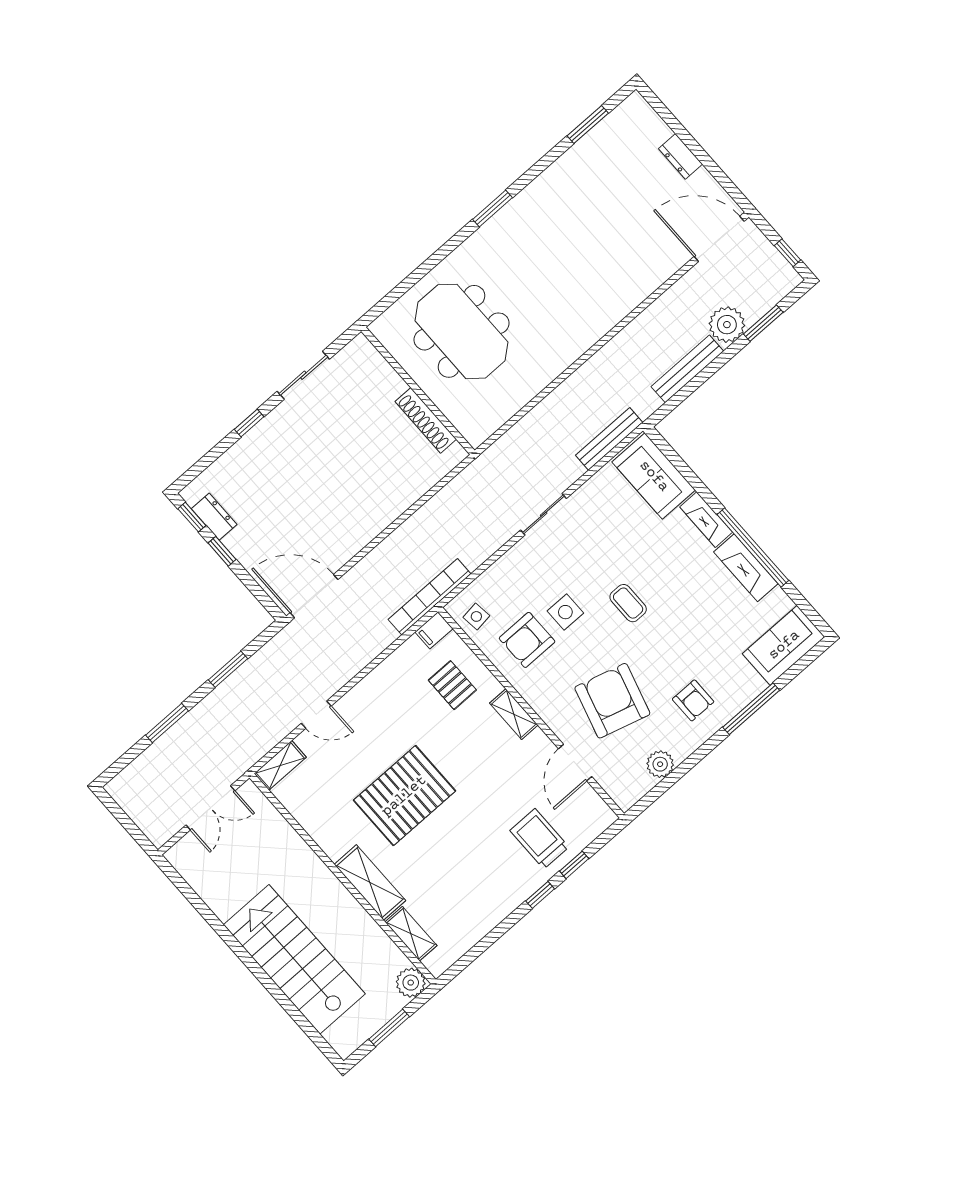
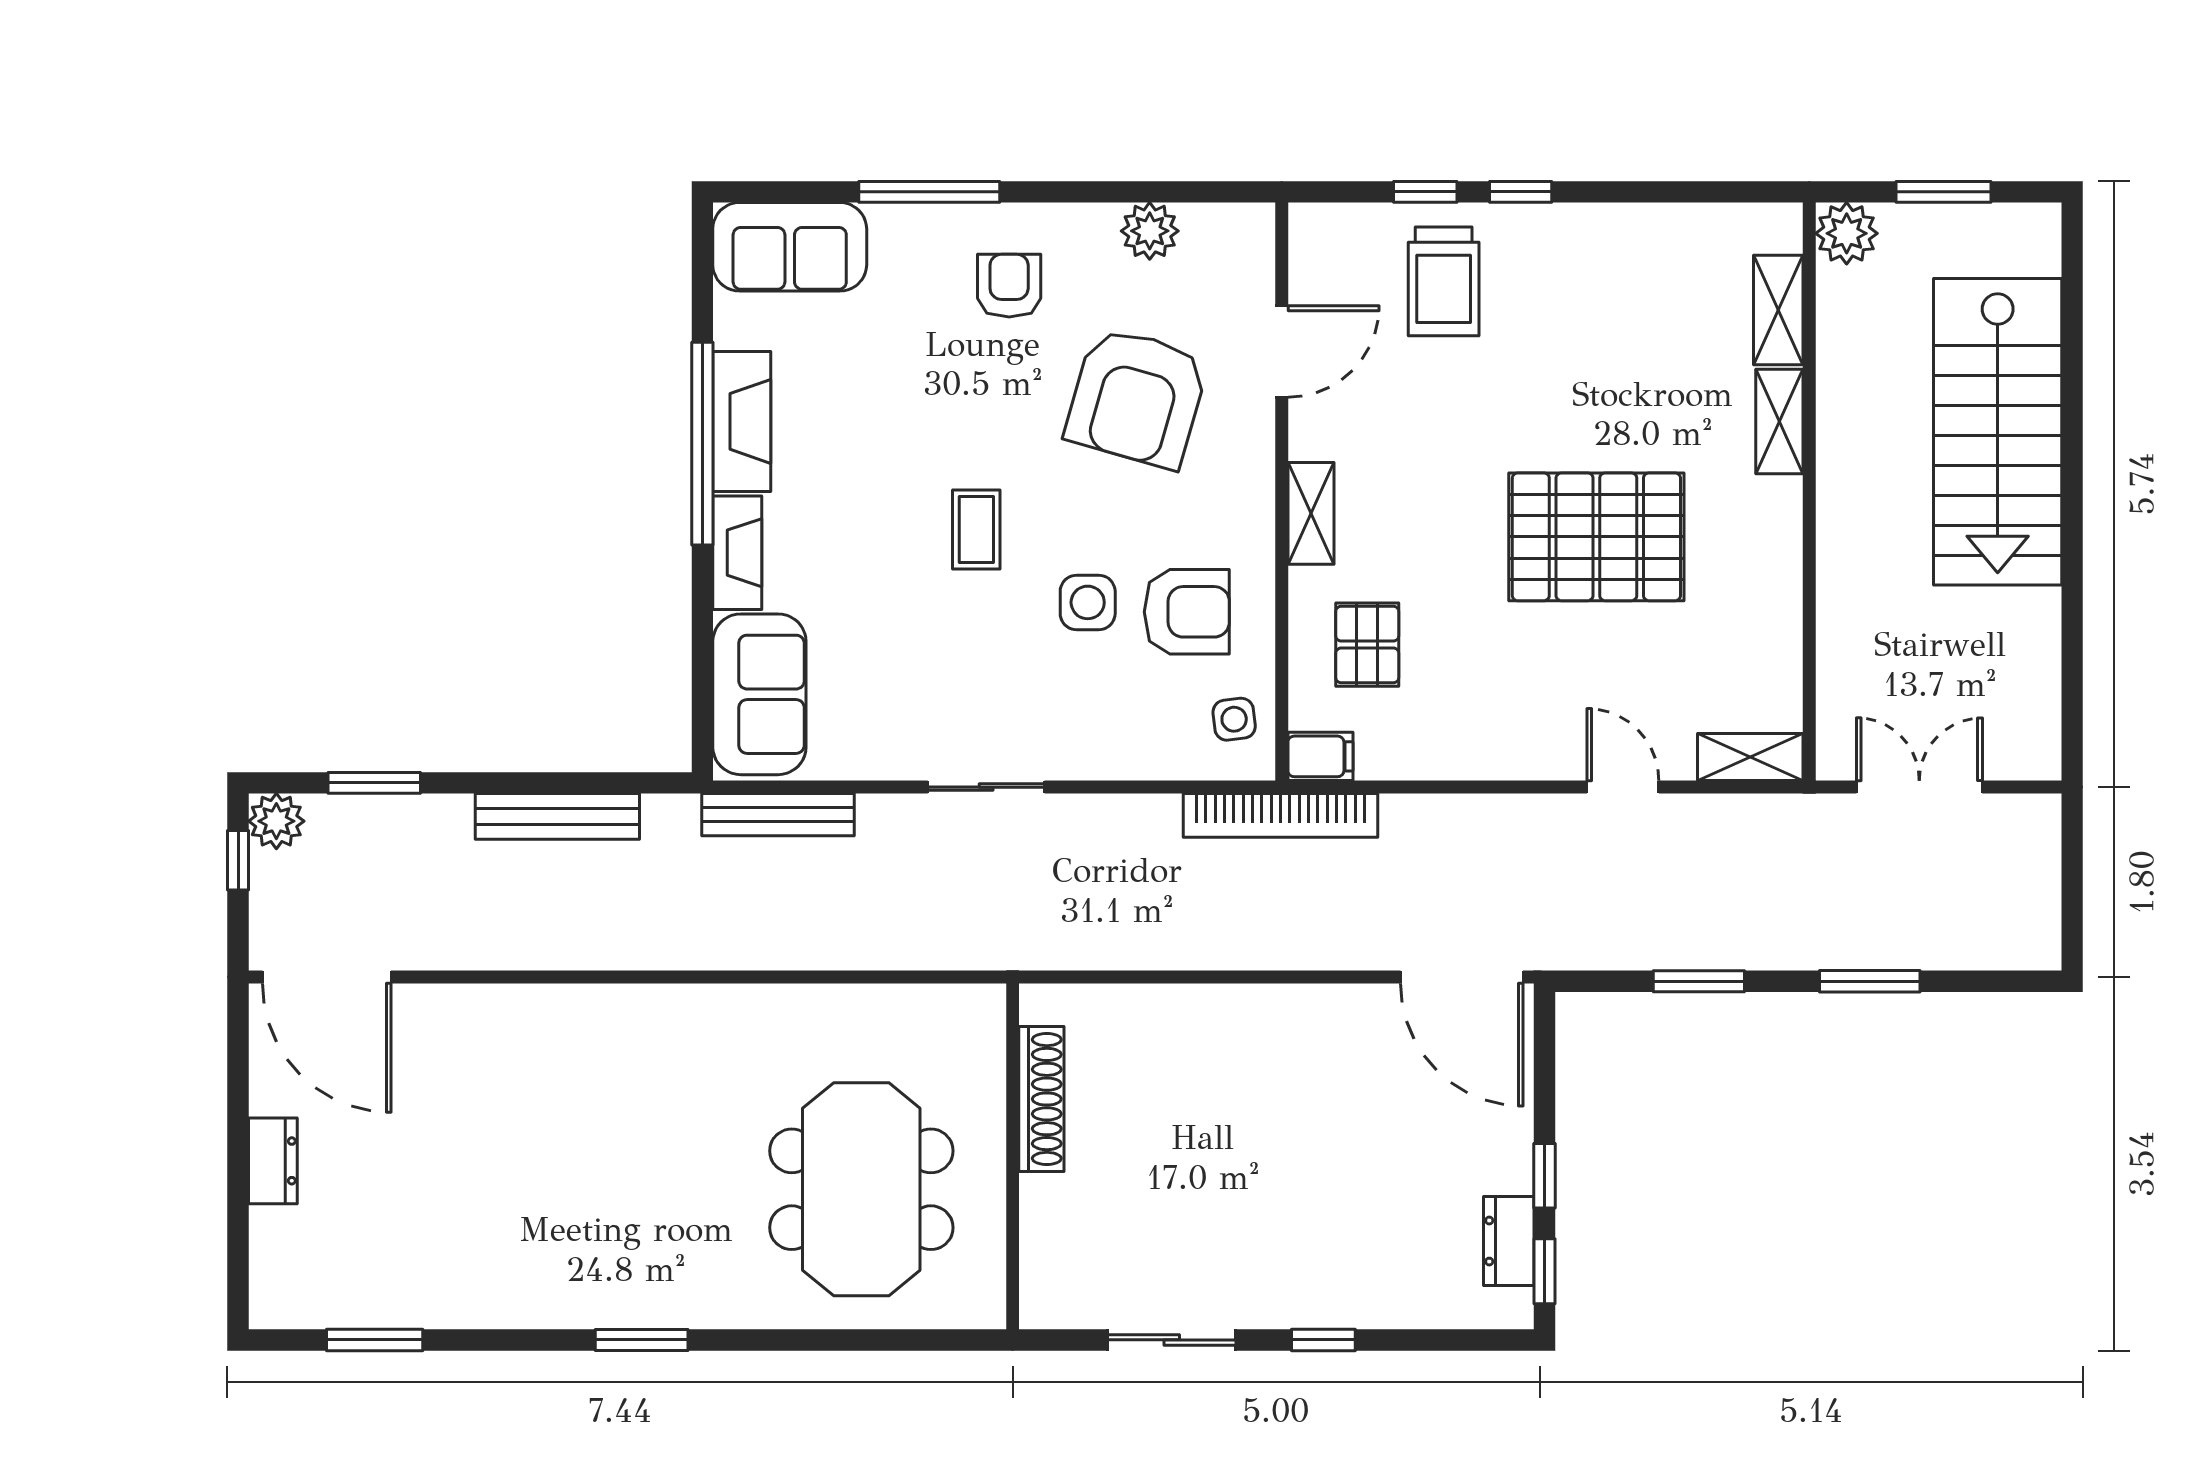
plant: (727, 325) -> (276, 821), moved, width x0.73, depth x0.73
shelving: (370, 882) -> (1779, 422), width x0.67, depth x0.75

